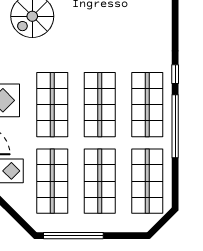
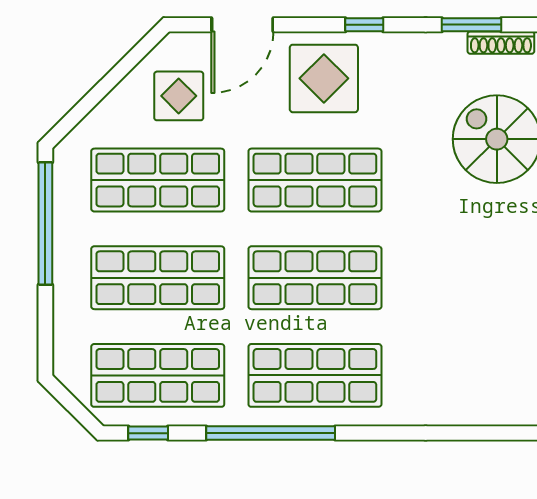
window: (175, 74) -> (148, 433), moved

